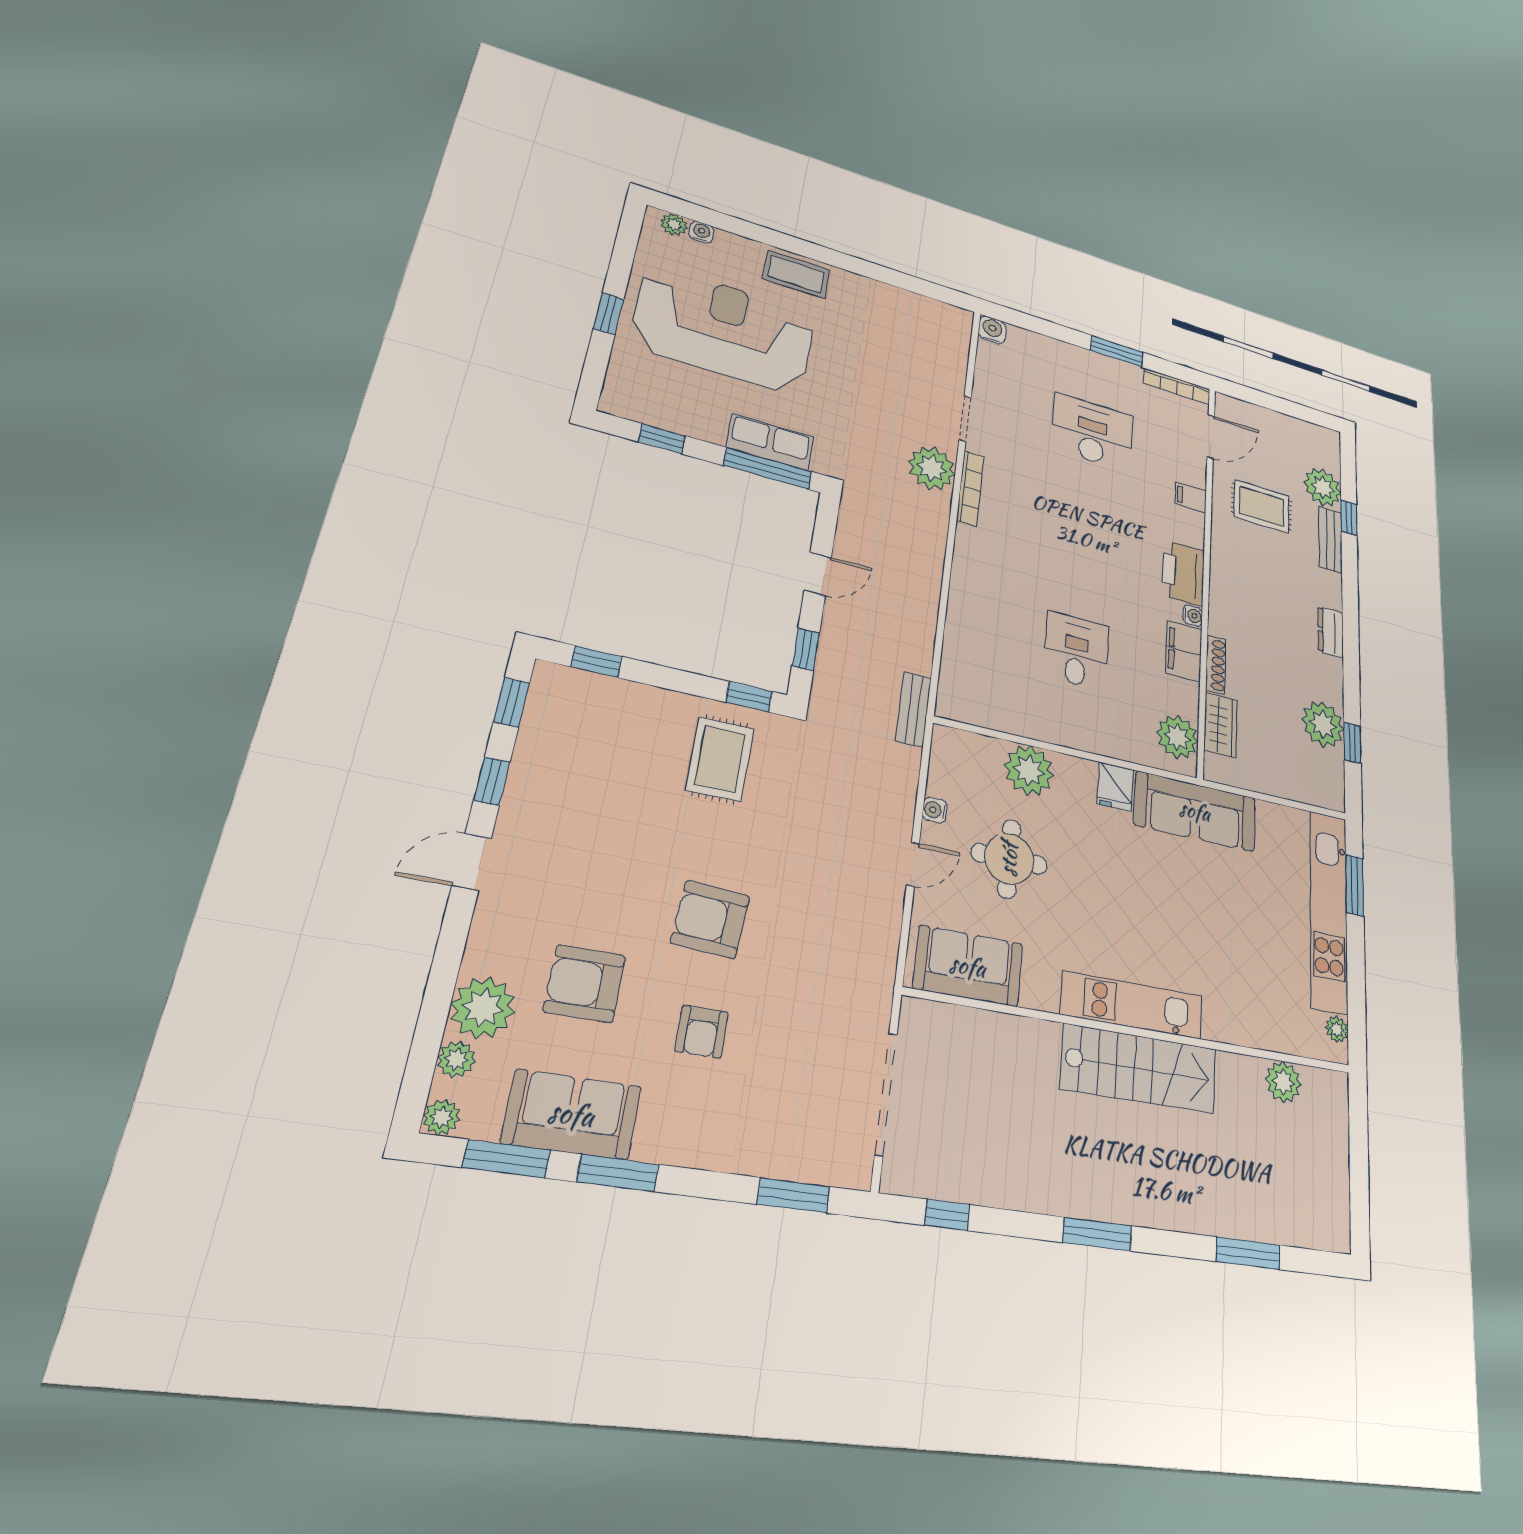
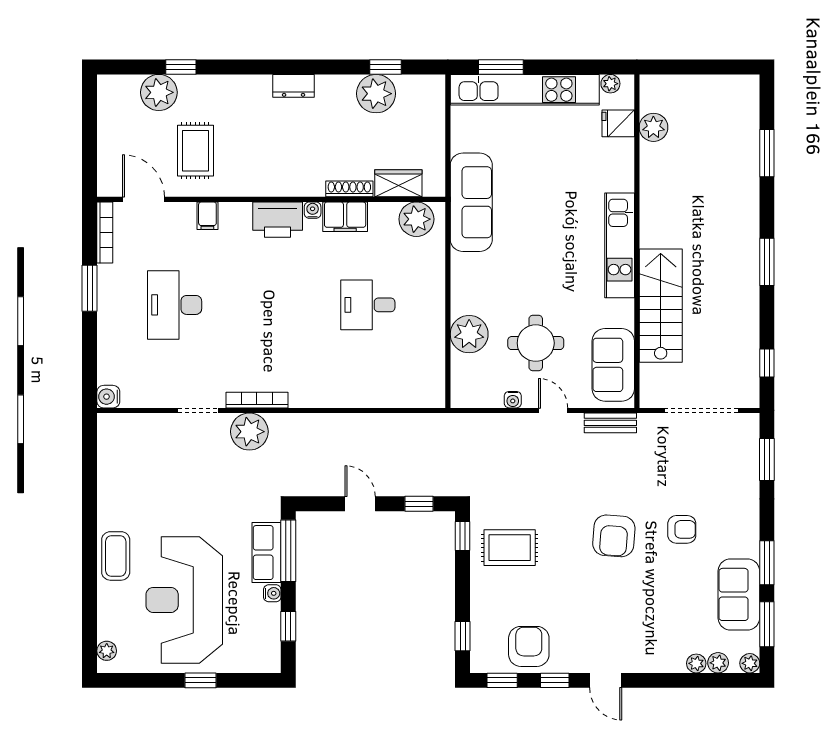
water cooler: (701, 232) -> (272, 593), moved, turned 180
bench: (1330, 540) -> (208, 85), removed
bench: (914, 710) -> (610, 423), moved
fridge: (1116, 787) -> (618, 123), moved, turned 180
armchair: (585, 984) -> (529, 646), moved, turned 180
plant: (483, 1008) -> (696, 663), width x0.53, depth x0.53
stairs: (1139, 1069) -> (661, 306), moved

